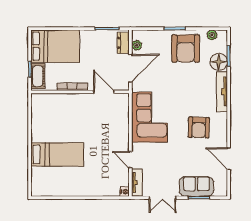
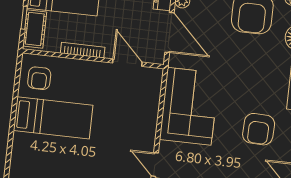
door: (130, 68) -> (170, 33), hinge flipped
armchair: (45, 109) -> (39, 78), added
bed: (57, 154) -> (53, 118), moved

